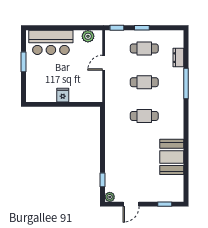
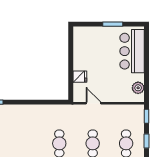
door: (104, 63) -> (93, 103), moved
fridge: (63, 95) -> (80, 77), moved

